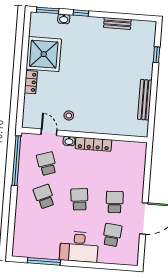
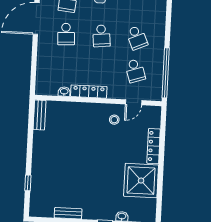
locker: (31, 82) -> (154, 146), width x1.53
bench: (145, 100) -> (40, 115), moved, width x0.73
door: (49, 132) -> (134, 102), hinge flipped
washbasin: (69, 141) -> (64, 92), moved

